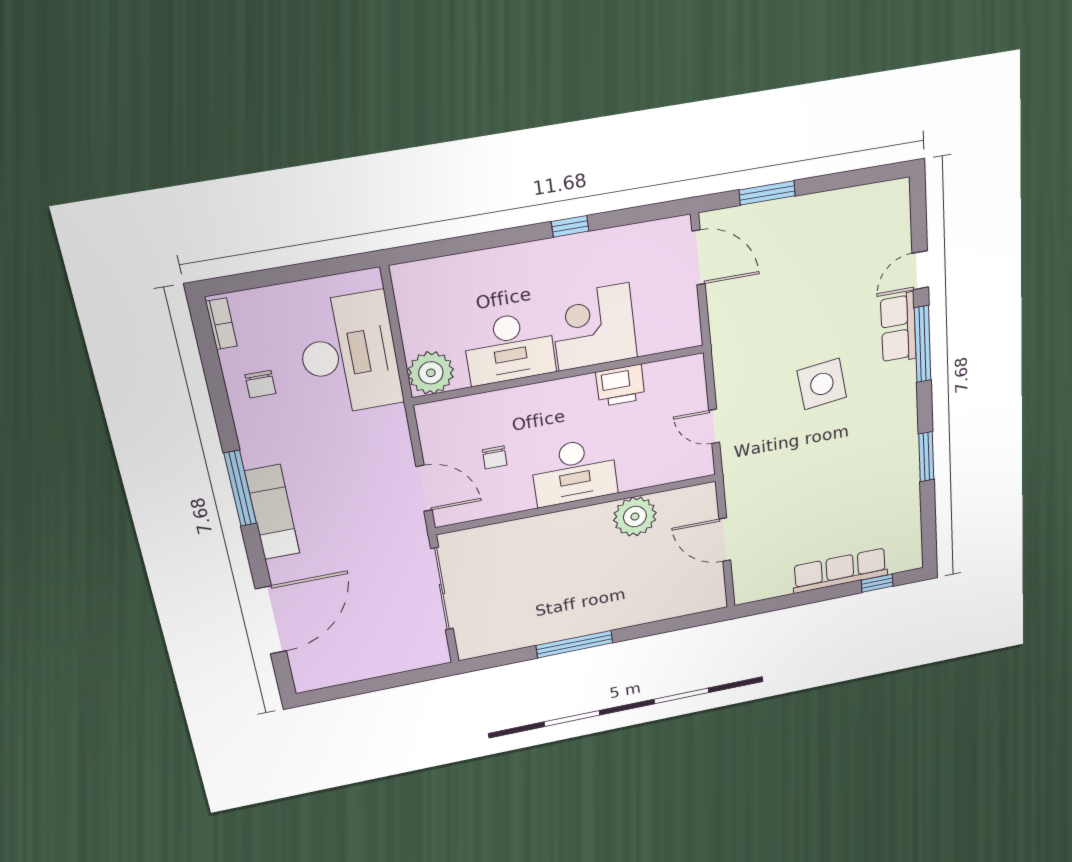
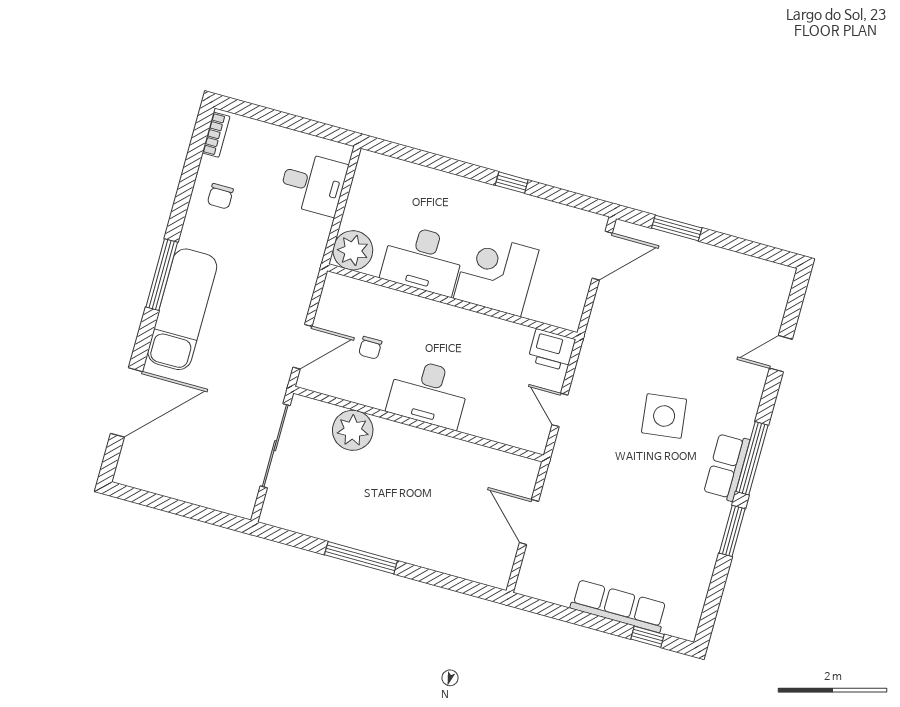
door: (699, 257) -> (602, 256), hinge flipped
row of seats: (898, 328) -> (727, 467), moved
window: (923, 344) -> (752, 458), moved
desk: (349, 354) -> (313, 184), width x0.53, depth x0.77
printer: (620, 385) -> (552, 350), moved
door: (424, 488) -> (302, 347), hinge flipped
exam couch: (272, 512) -> (182, 309), width x1.36, depth x1.45
plant: (635, 517) -> (353, 430), moved

